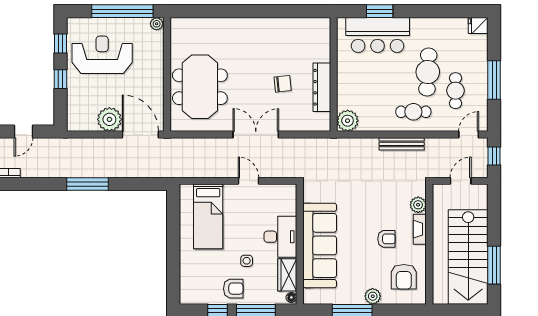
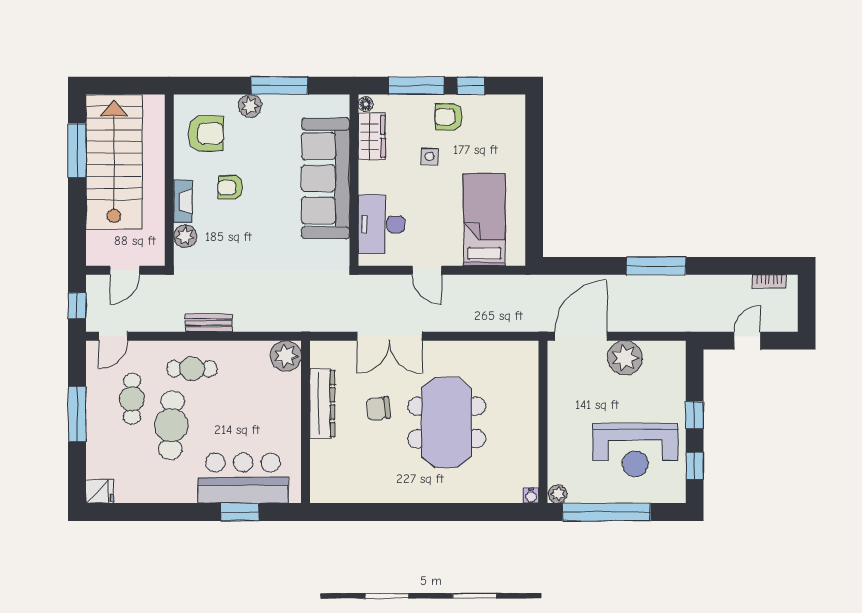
water cooler: (175, 23) -> (531, 496), added
meeting table: (200, 87) -> (447, 422), moved
door: (140, 135) -> (581, 336), swing flipped
double door: (256, 135) -> (389, 336), moved
bench: (402, 144) -> (209, 323), width x0.73
desk: (280, 237) -> (381, 224), moved
armchair: (404, 277) -> (206, 134), turned 90

